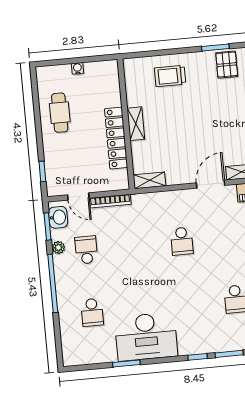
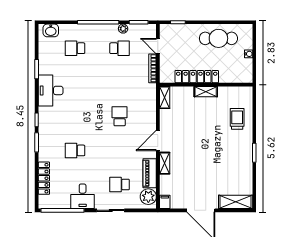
pallet: (227, 65) -> (241, 160), removed
cafe table: (60, 113) -> (218, 38), width x1.37, depth x1.35
door: (211, 184) -> (158, 140), swing flipped
door: (78, 196) -> (158, 46), hinge flipped
washbasin: (58, 217) -> (51, 30), moved
school desk: (182, 241) -> (120, 116), turned 90
desk: (146, 337) -> (51, 90), width x0.73, depth x0.77

